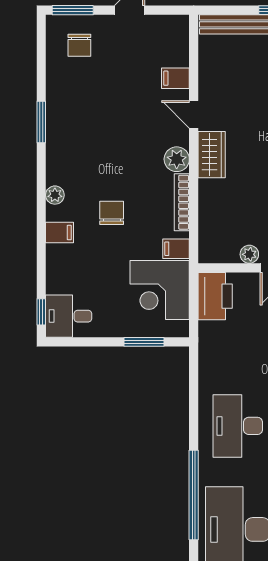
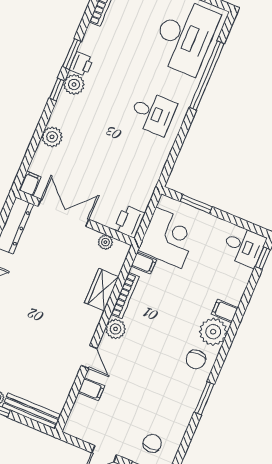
wardrobe: (212, 155) -> (102, 290), moved
plant: (55, 195) -> (213, 332), width x1.88, depth x1.88
chair: (112, 213) -> (196, 359), moved
plant: (249, 254) -> (105, 242), moved
printer: (215, 296) -> (129, 222), width x0.73, depth x0.84
desk: (238, 426) -> (153, 113), width x0.73

